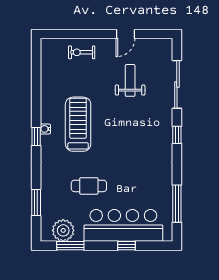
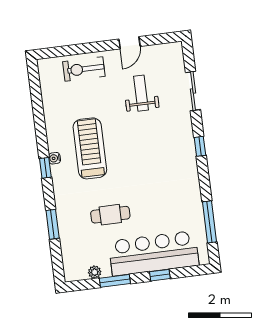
exercise bike: (82, 52) -> (84, 69), width x1.38, depth x1.39
sliding door: (177, 84) -> (193, 91), width x0.73
window: (36, 203) -> (53, 224), moved
plant: (63, 230) -> (95, 272), width x0.53, depth x0.53
window: (70, 246) -> (115, 281), moved

